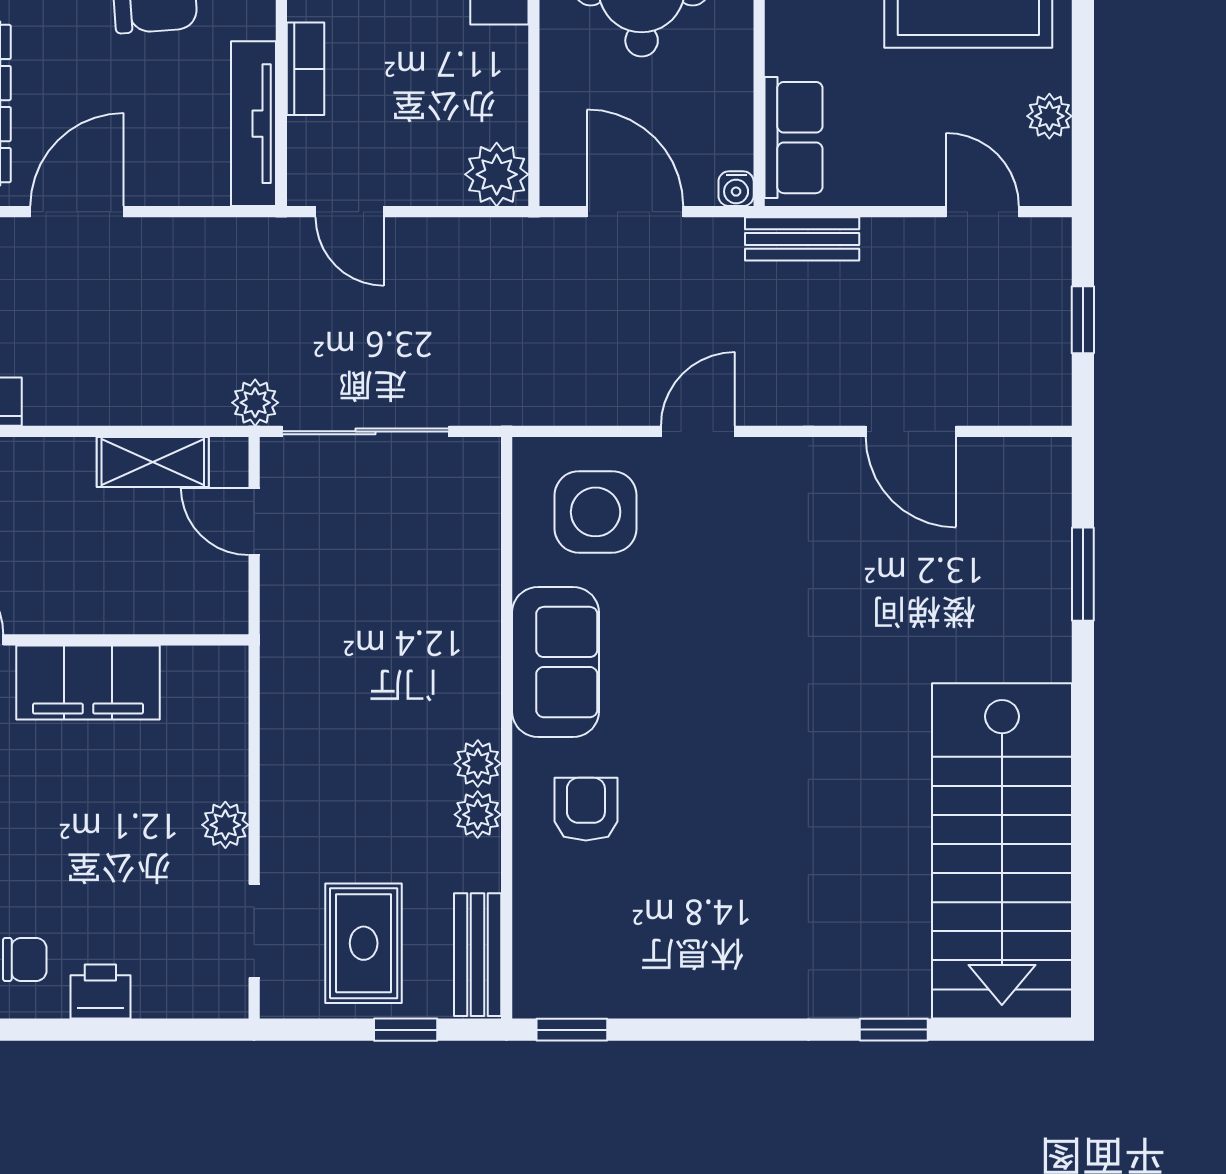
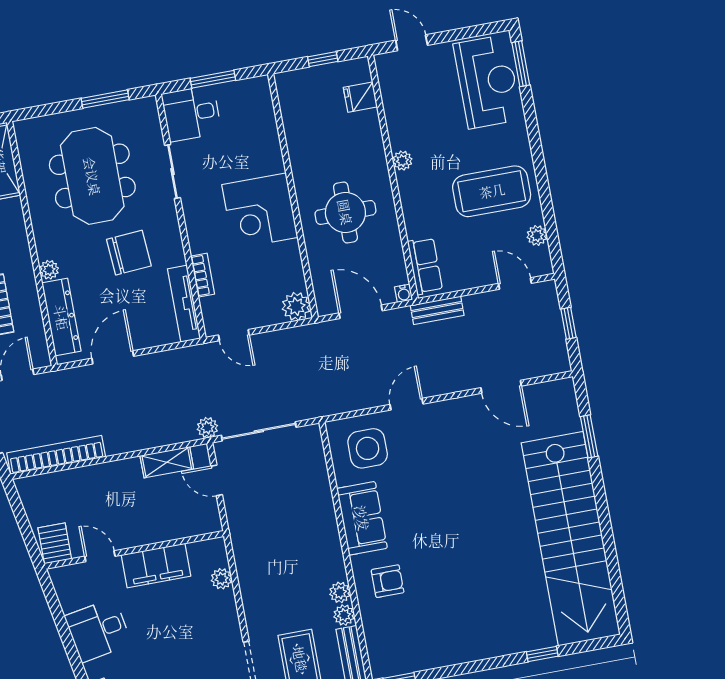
plant: (478, 764) -> (344, 615), moved
armchair: (586, 809) -> (388, 581), turned 90
plant: (225, 825) -> (221, 579), moved
stairs: (1002, 851) -> (571, 539), width x1.36

